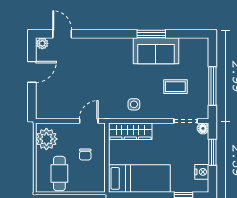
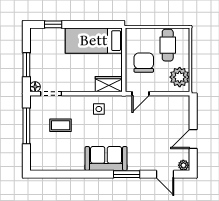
window: (151, 34) -> (127, 174), moved
sofa: (156, 51) -> (106, 159), moved
wardrobe: (130, 131) -> (109, 84), width x0.67
chair: (85, 155) -> (144, 63), width x1.87, depth x1.87
nightstand: (202, 172) -> (36, 47), removed

